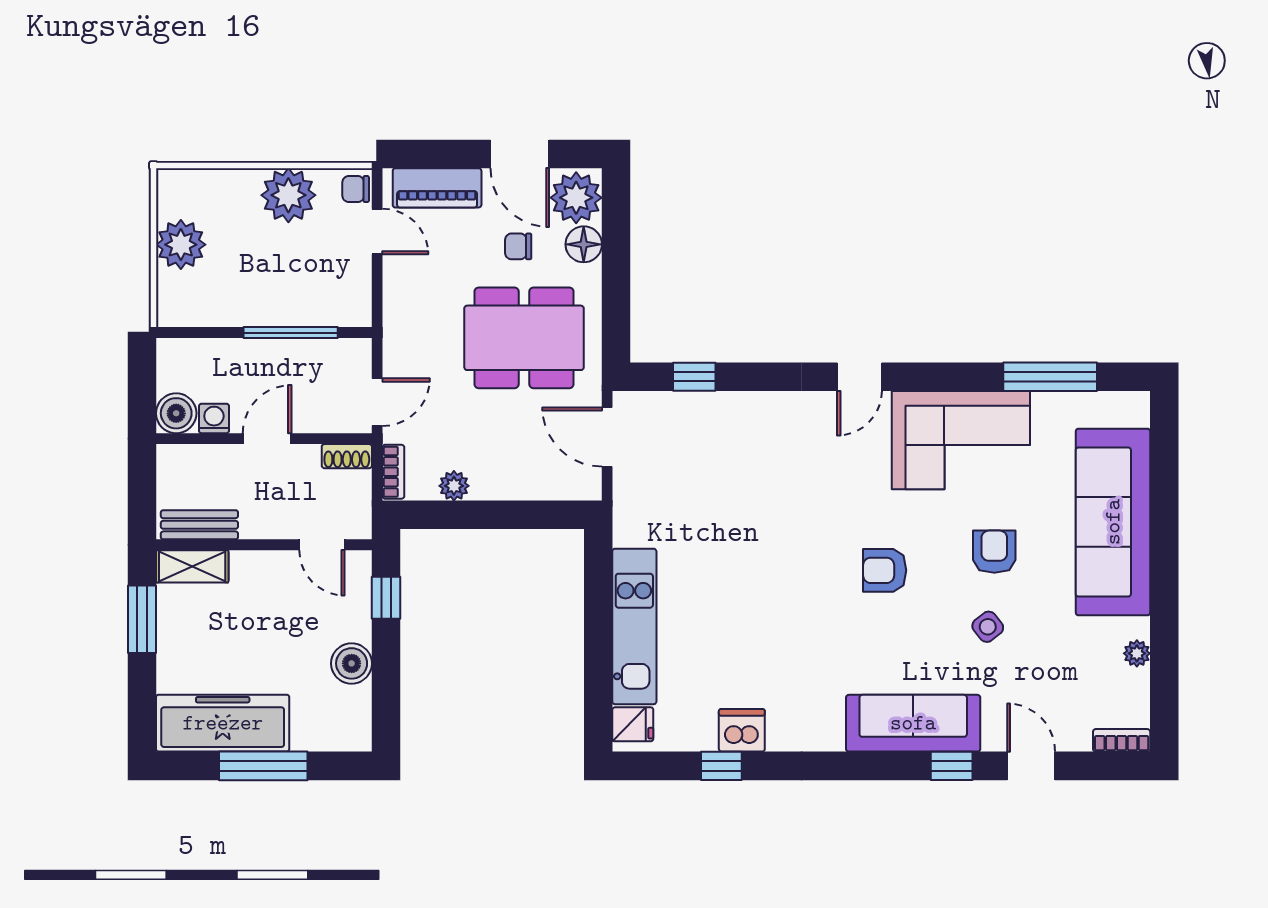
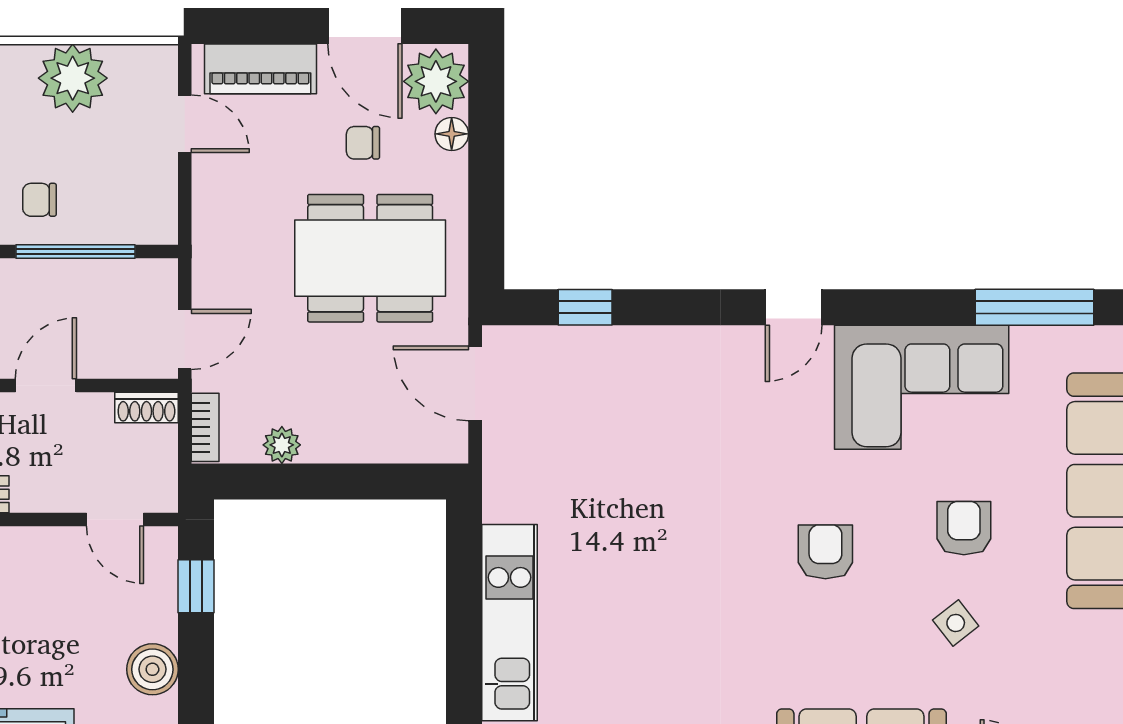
chair: (356, 189) -> (39, 200), moved
floor lamp: (584, 244) -> (452, 134), width x0.73, depth x0.73
armchair: (885, 570) -> (825, 552), turned 90

